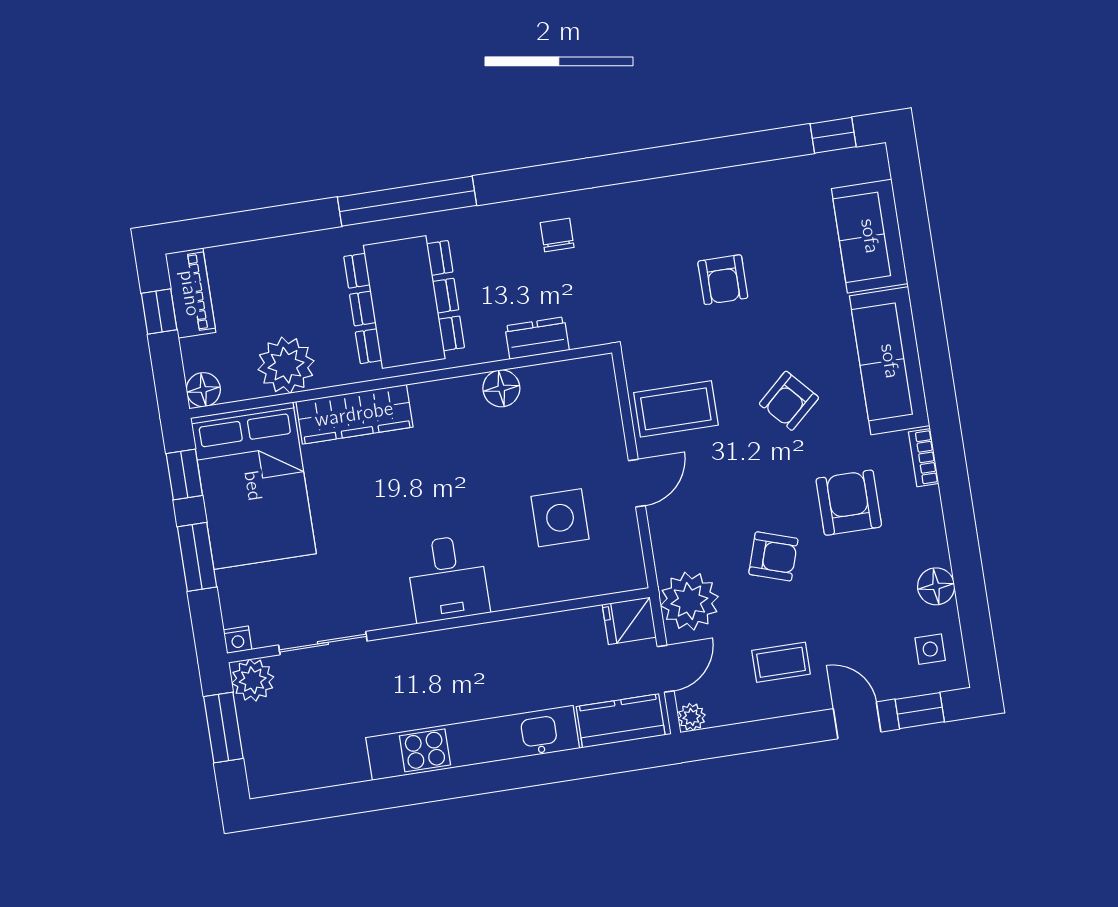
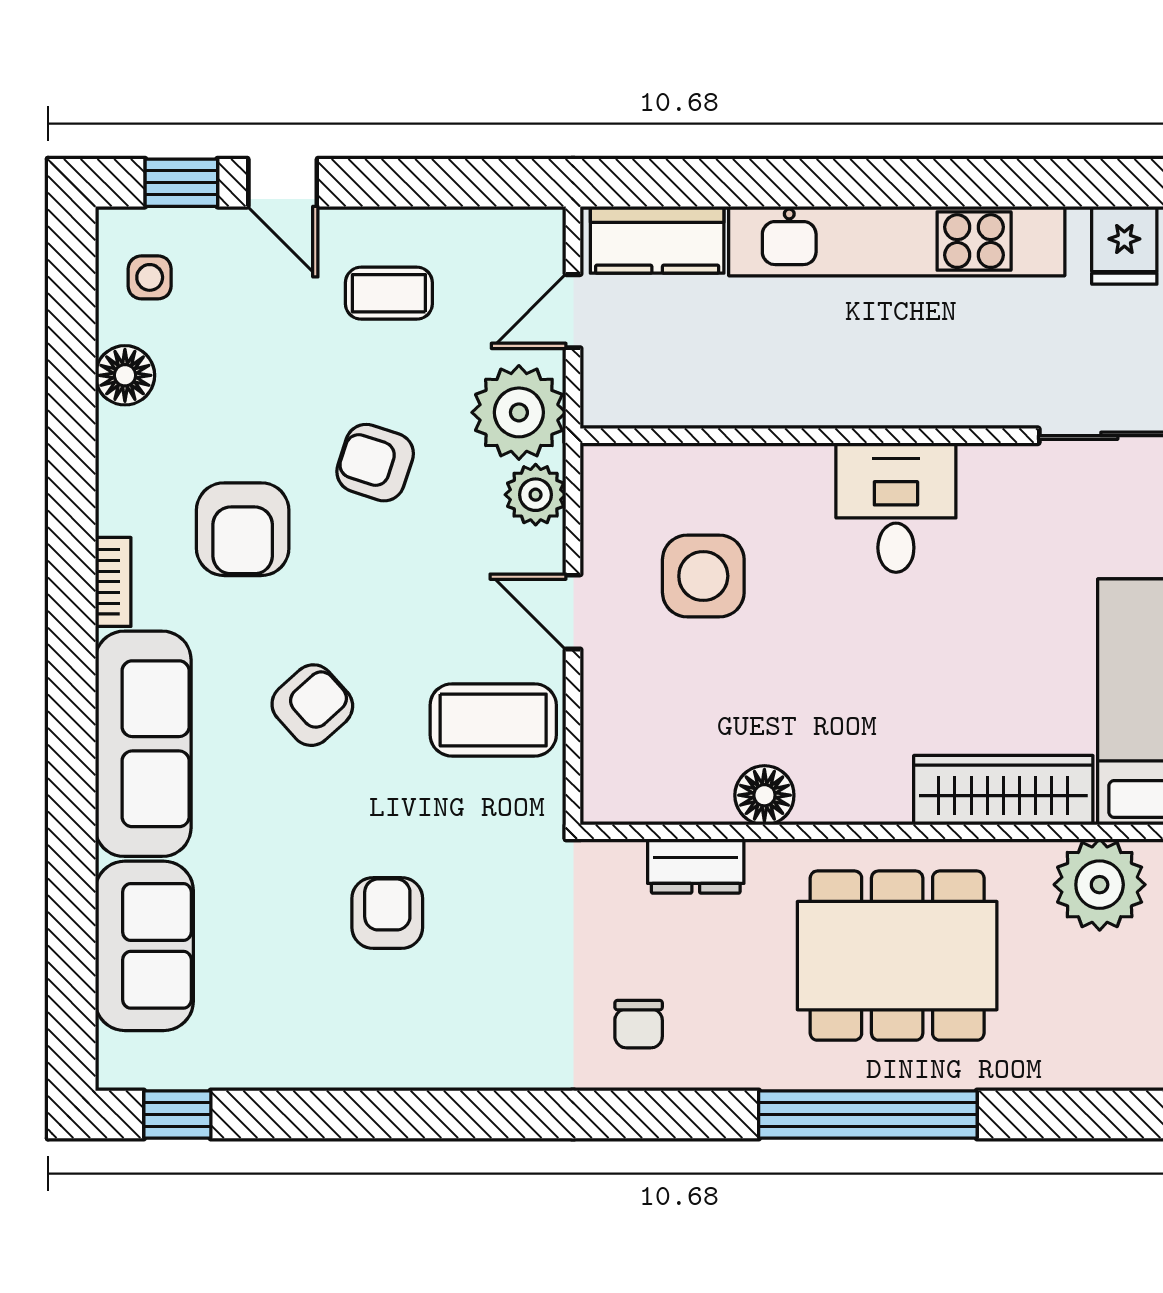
dining table: (404, 302) -> (897, 956), turned 90
door: (637, 483) -> (573, 612), hinge flipped
fridge: (629, 621) -> (1124, 245), moved, turned 90
plant: (692, 717) -> (536, 495), moved, width x1.38, depth x1.38

